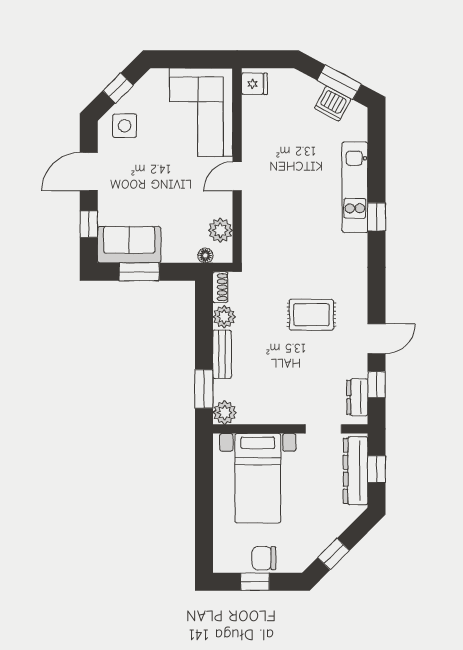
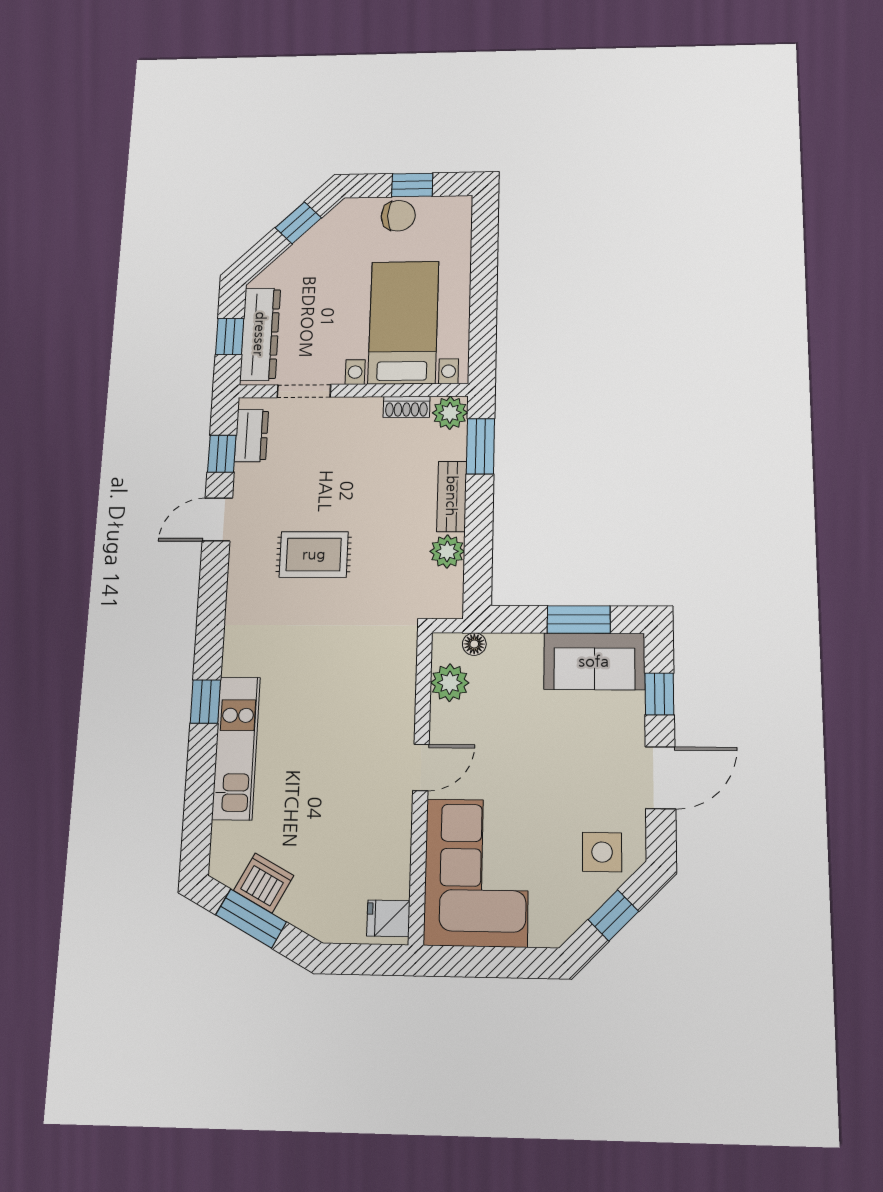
shoe rack: (220, 287) -> (407, 407), moved, turned -90

